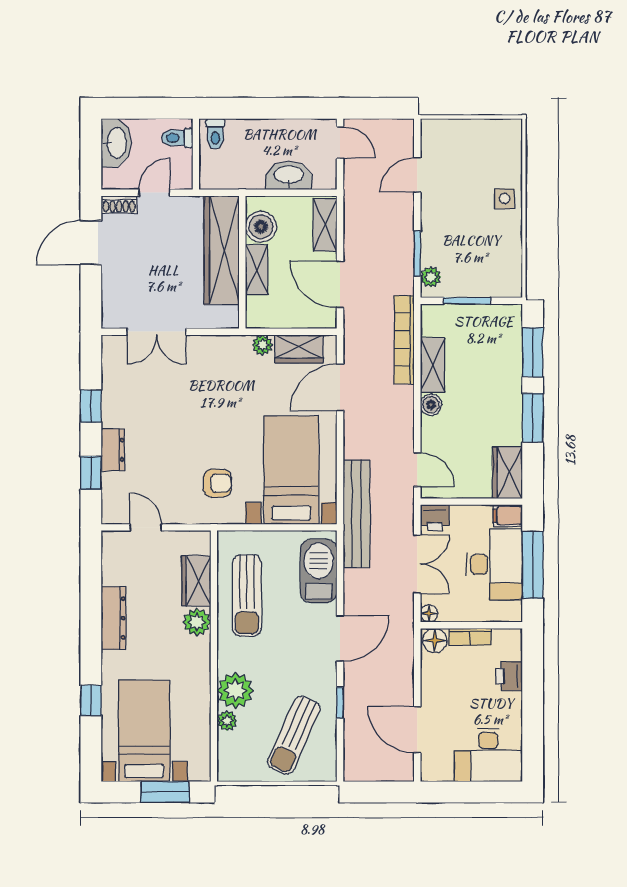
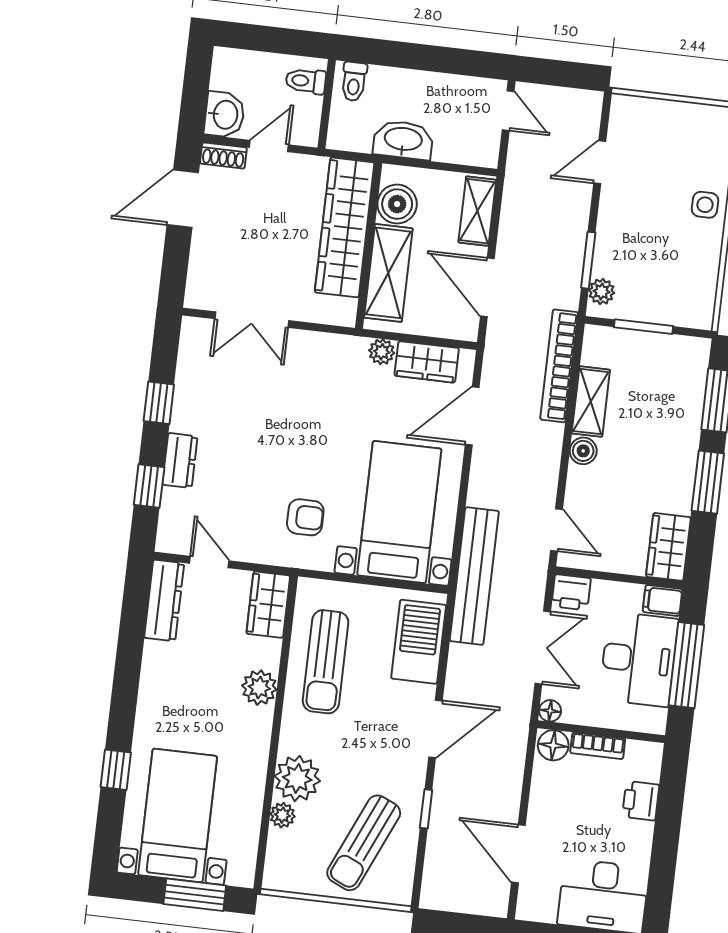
washbasin: (116, 143) -> (224, 115), moved, width x0.72
washbasin: (289, 175) -> (403, 140), moved
shelving: (257, 269) -> (388, 273), width x1.50, depth x1.33
wardrobe: (196, 581) -> (268, 605), moved
dresser: (113, 618) -> (164, 600), moved

